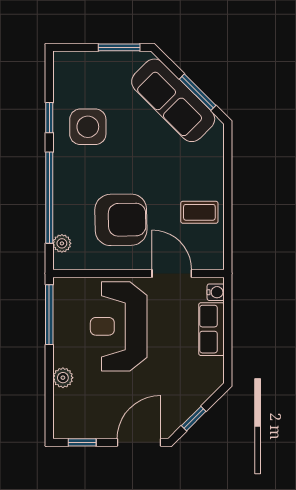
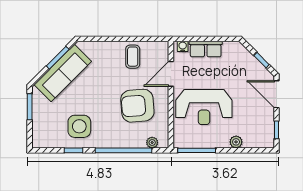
armchair: (121, 220) -> (137, 106), turned -94

